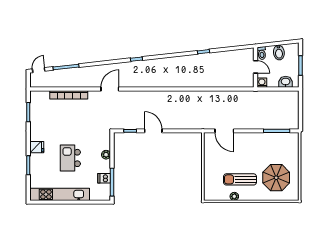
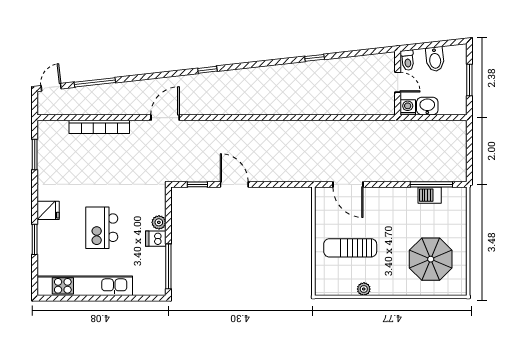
washbasin: (286, 82) -> (427, 106), moved
barbecue: (276, 138) -> (430, 195), added
dishwasher: (104, 178) -> (156, 239), moved
sun lounger: (240, 179) -> (350, 248), moved

